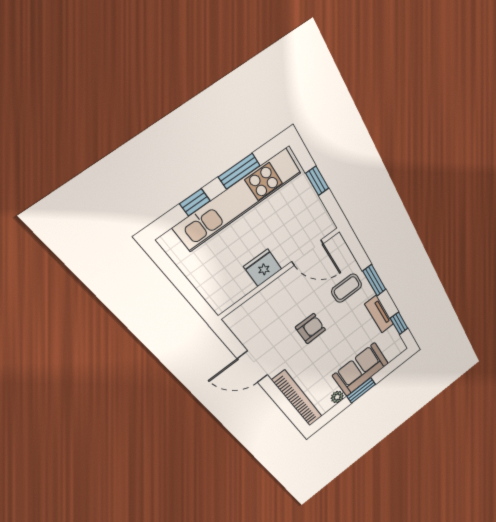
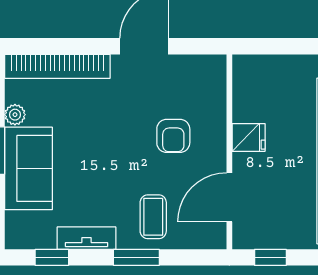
window: (317, 181) -> (270, 257), moved
fridge: (263, 268) -> (249, 137), width x0.72
armchair: (311, 329) -> (173, 136), moved

